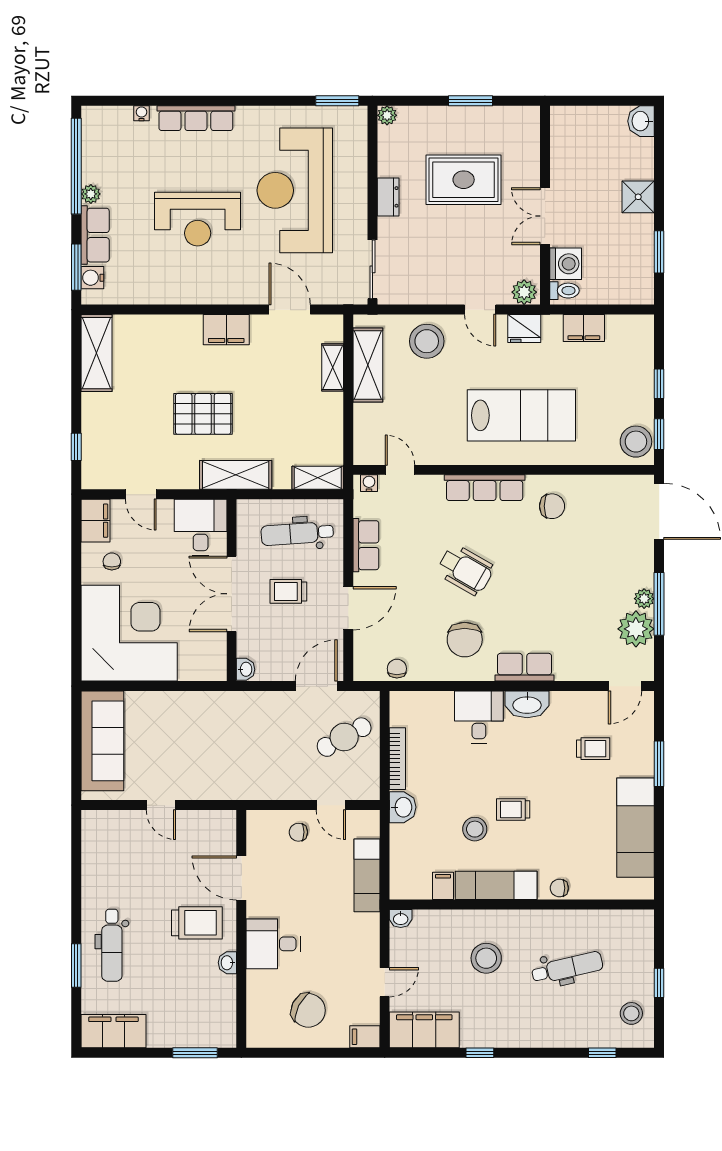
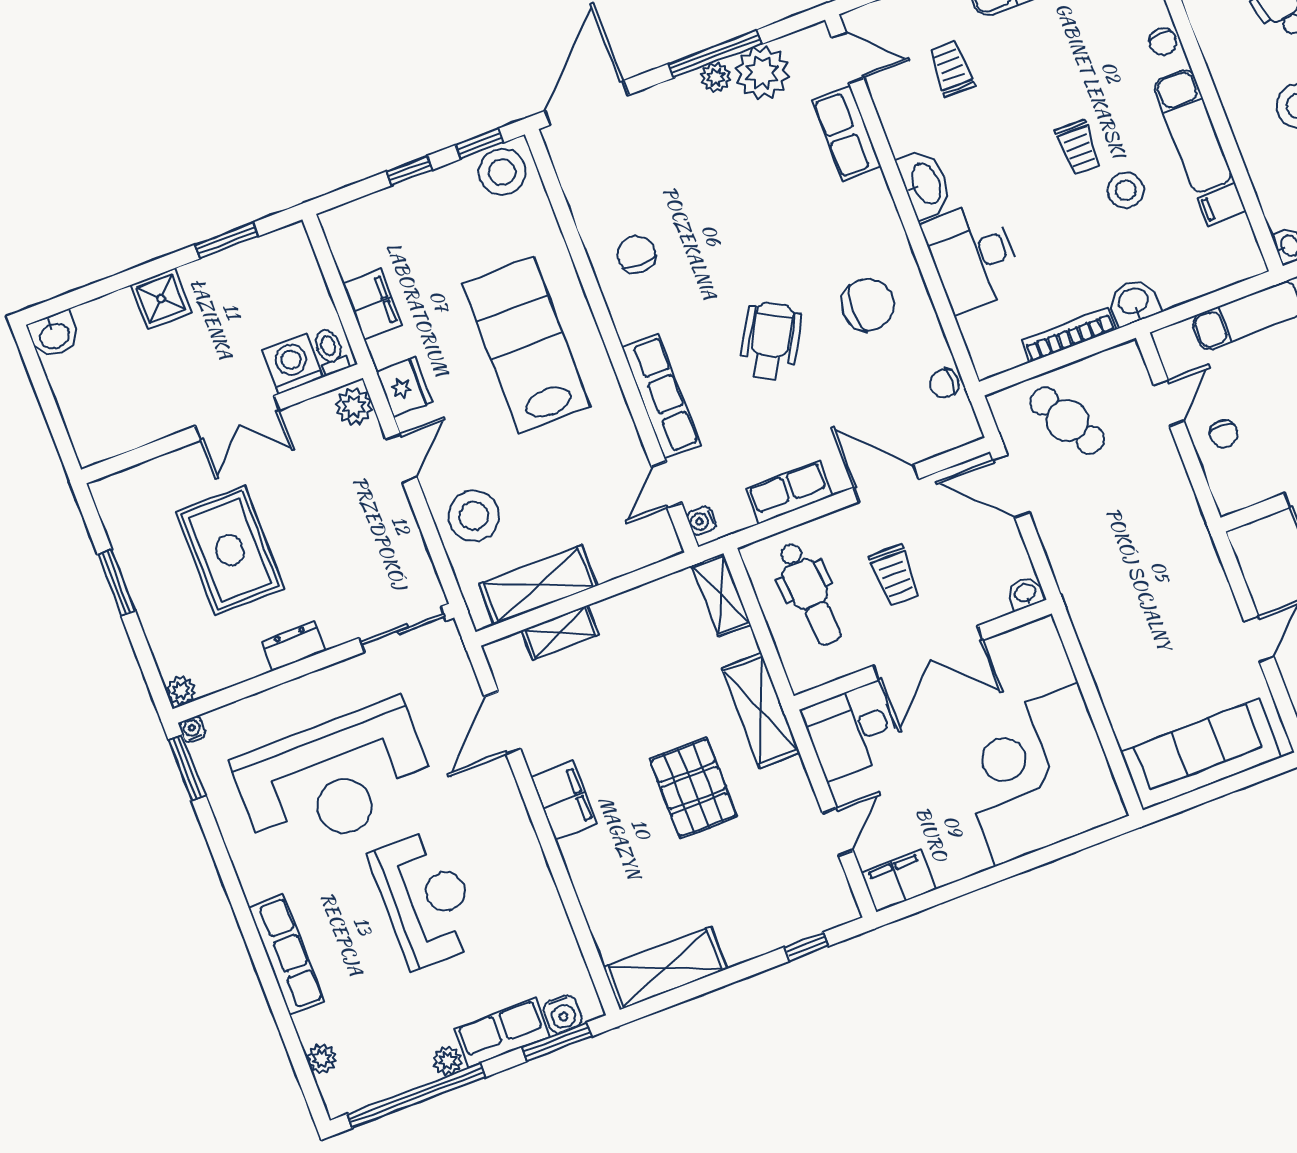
water cooler: (142, 113) -> (193, 729), moved, turned 90
plant: (122, 115) -> (322, 1059), added
row of seats: (485, 488) -> (661, 396), moved
chair: (112, 561) -> (947, 836), removed
row of seats: (525, 667) -> (846, 133), moved
desk: (479, 717) -> (973, 257), width x1.37

